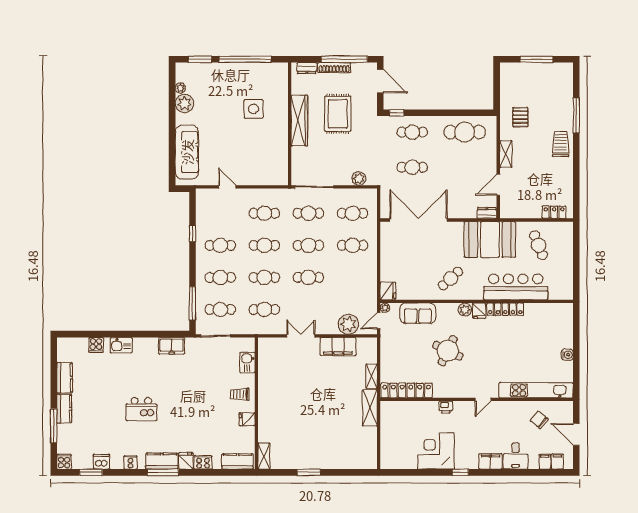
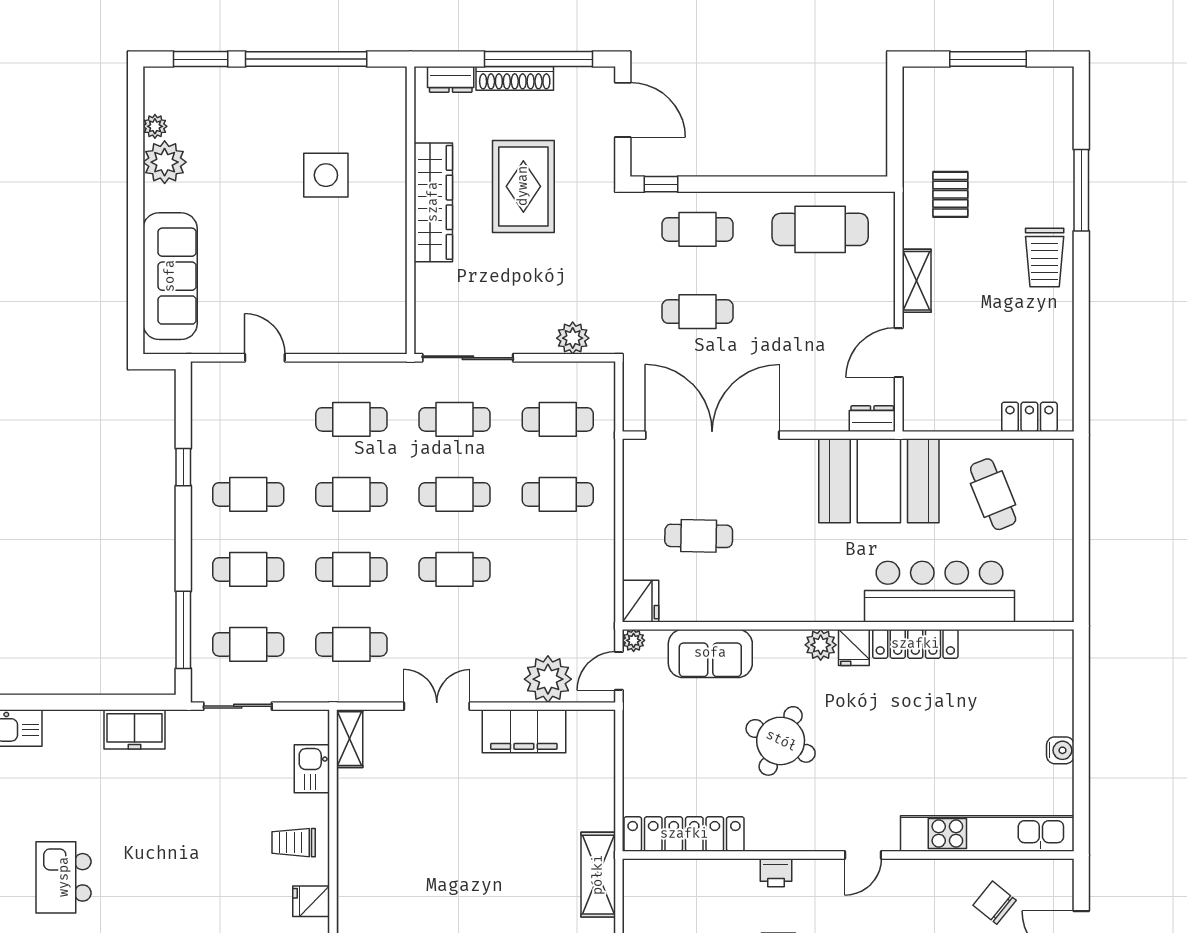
trolley: (561, 144) -> (1045, 258), turned 180
cafe table: (451, 278) -> (699, 536), moved, turned 44
shelving: (372, 376) -> (350, 739), moved
kitchen island: (141, 409) -> (64, 877), turned 90

